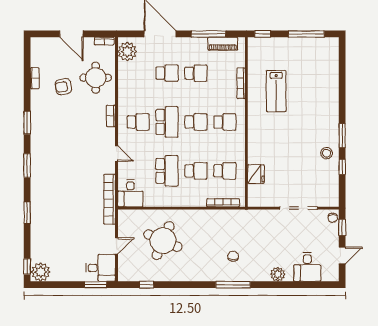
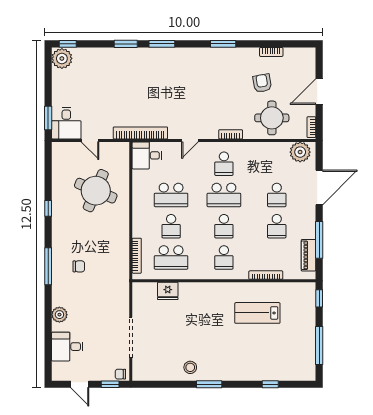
window: (27, 166) -> (162, 44), moved
window: (342, 167) -> (270, 384), moved
school desk: (225, 171) -> (171, 257), width x1.85
window: (146, 285) -> (48, 208), moved

